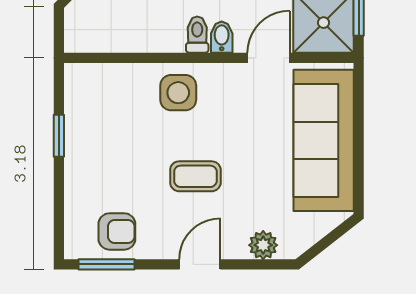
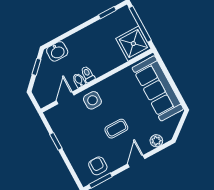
bidet: (222, 37) -> (79, 80), moved
door: (269, 58) -> (65, 98), moved
armchair: (117, 231) -> (98, 166), turned -90

